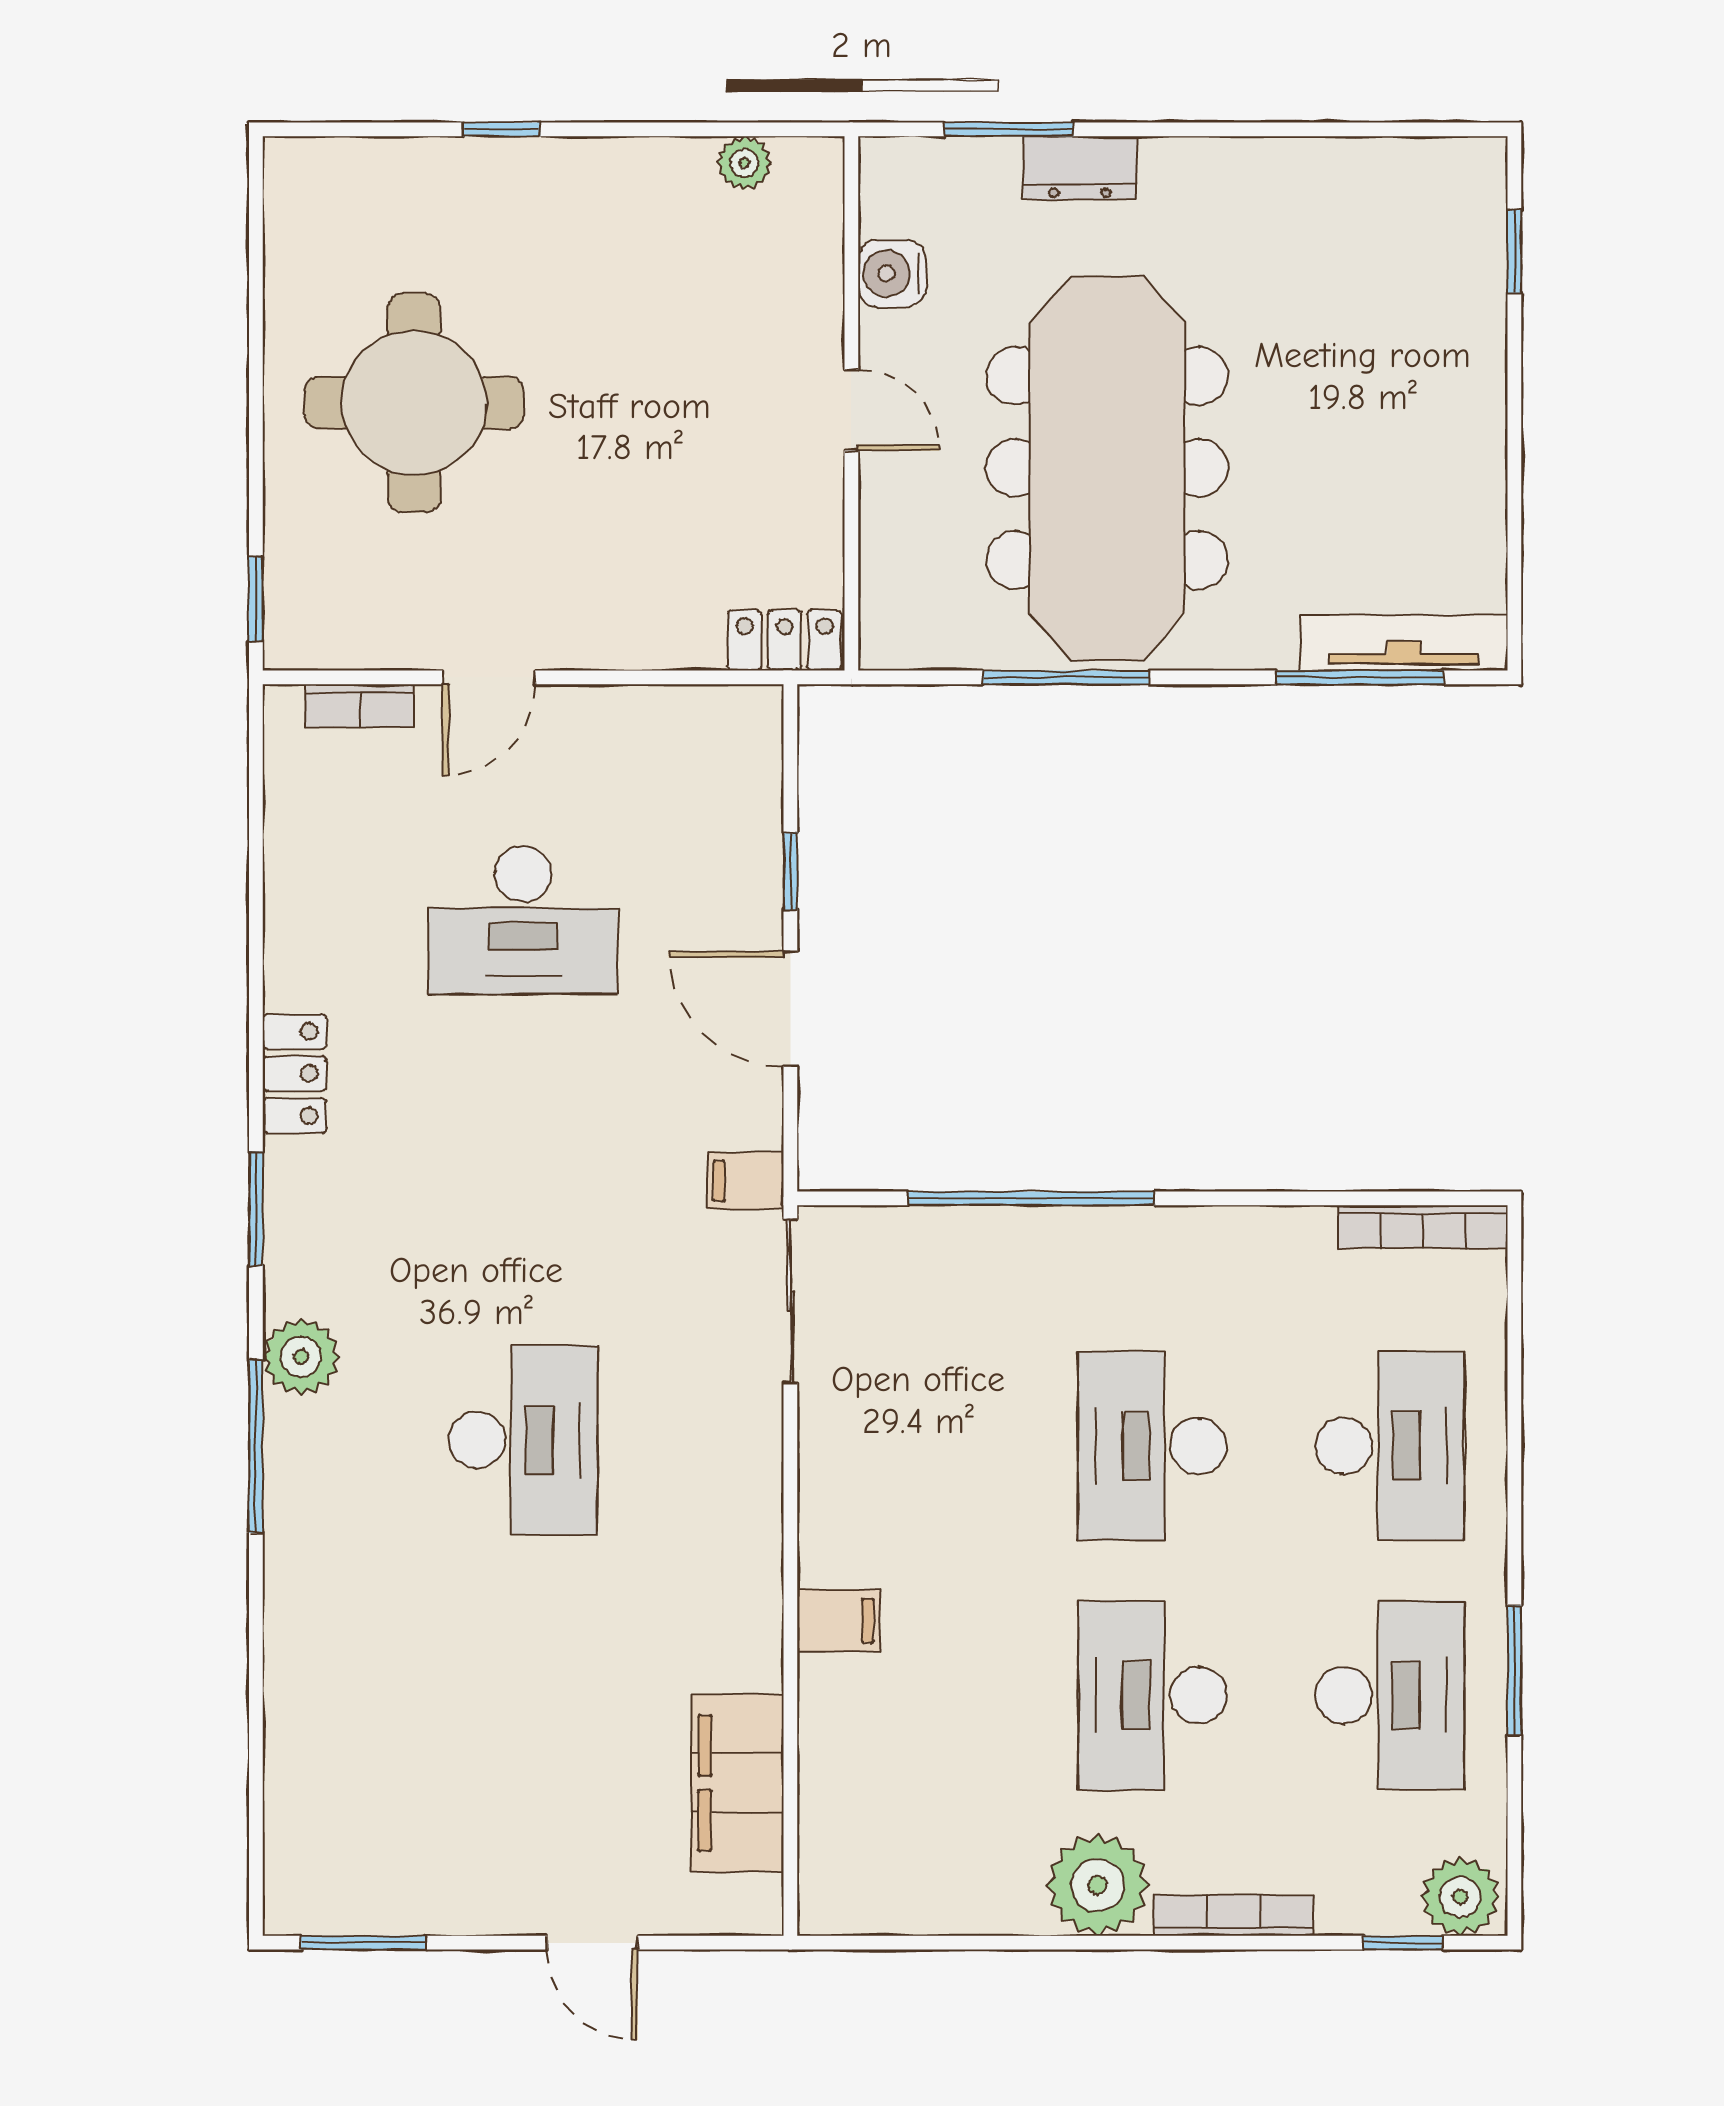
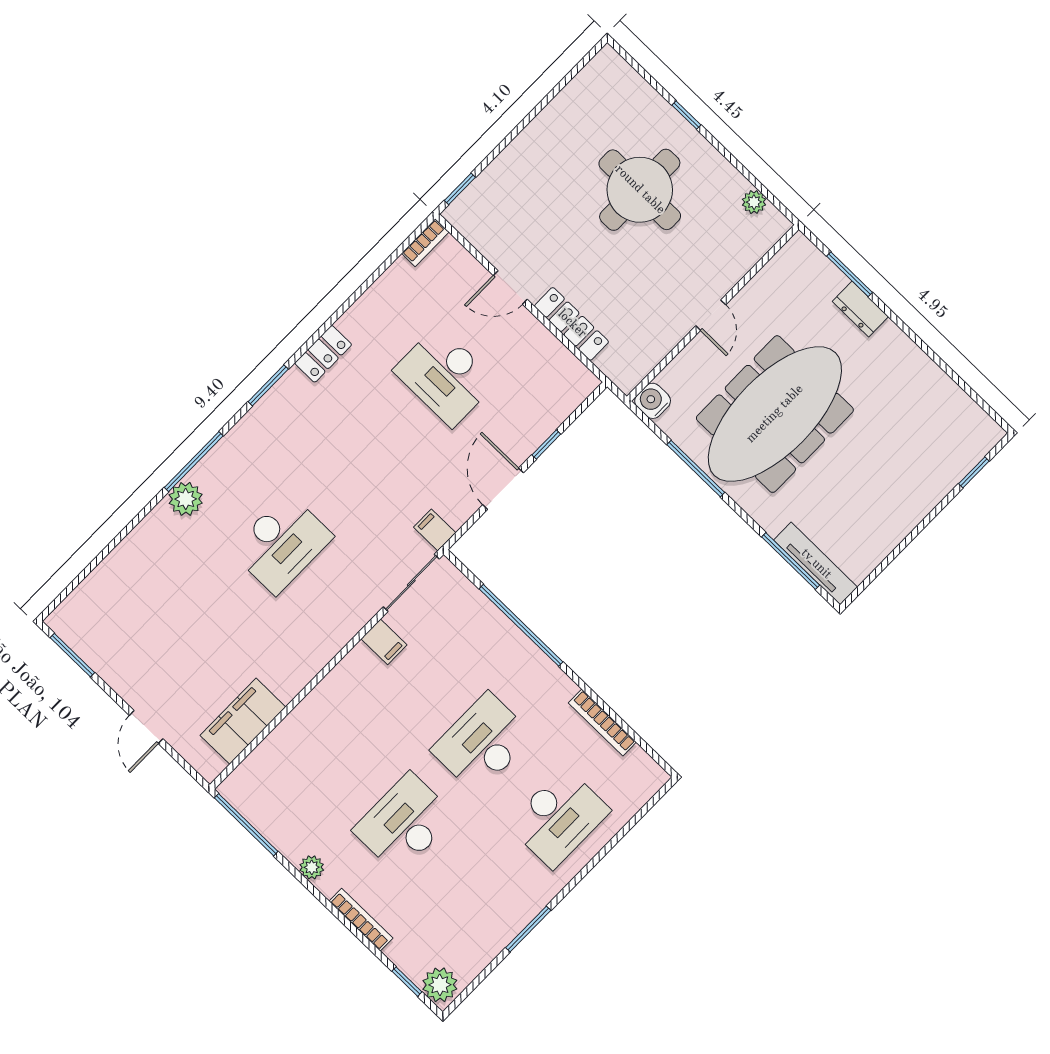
water cooler: (892, 273) -> (653, 401), moved
round table: (414, 403) -> (640, 190), moved
locker: (785, 640) -> (572, 324), moved, width x1.53
bookcase: (360, 706) -> (425, 243), moved, turned -90
bookcase: (1423, 1227) -> (602, 723), moved
plant: (301, 1357) -> (186, 499), moved
filing cabinet: (839, 1620) -> (384, 642), moved
desk: (1390, 1695) -> (480, 898), removed
plant: (1098, 1885) -> (312, 867), width x0.53, depth x0.53
window: (903, 1943) -> (246, 825), added

